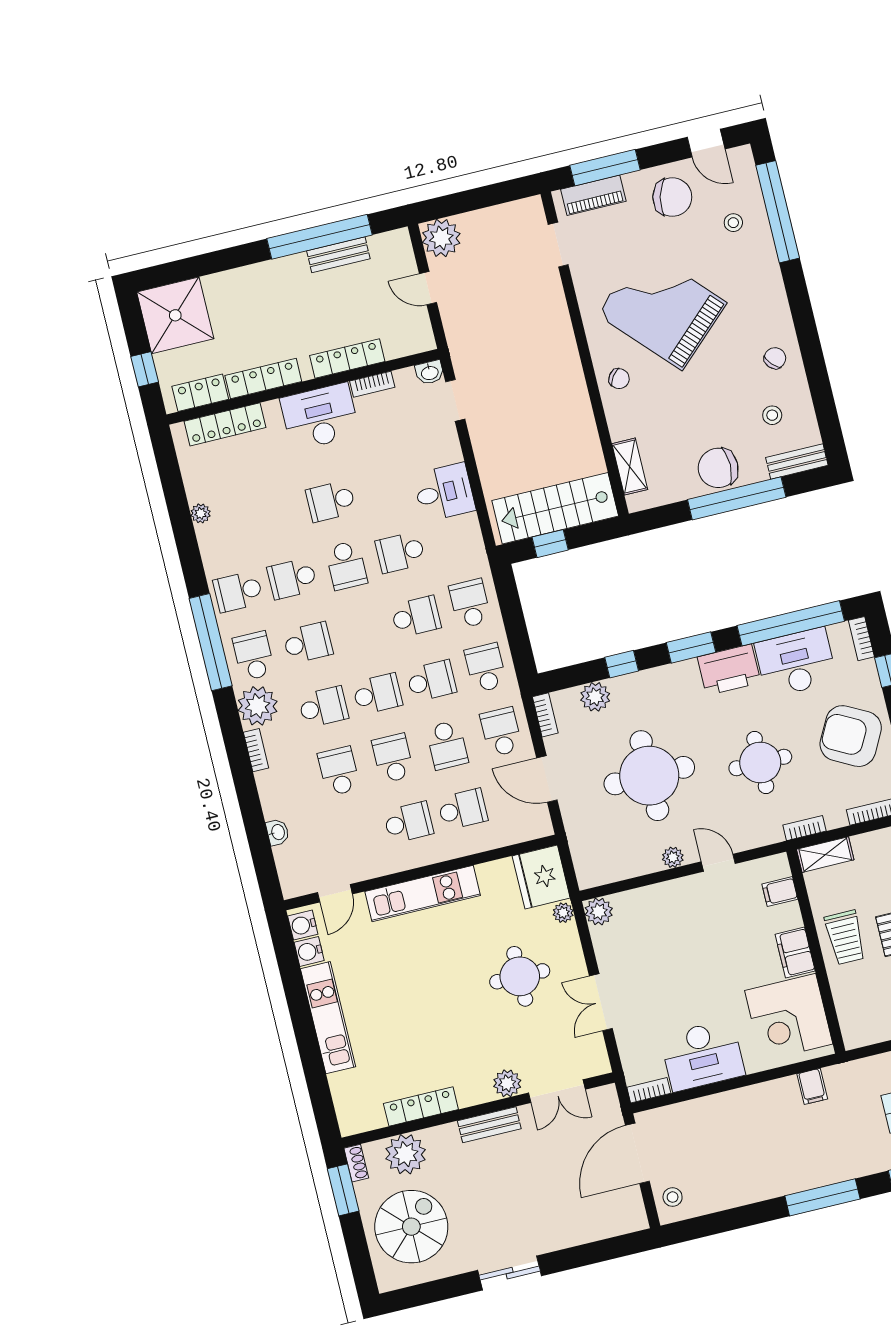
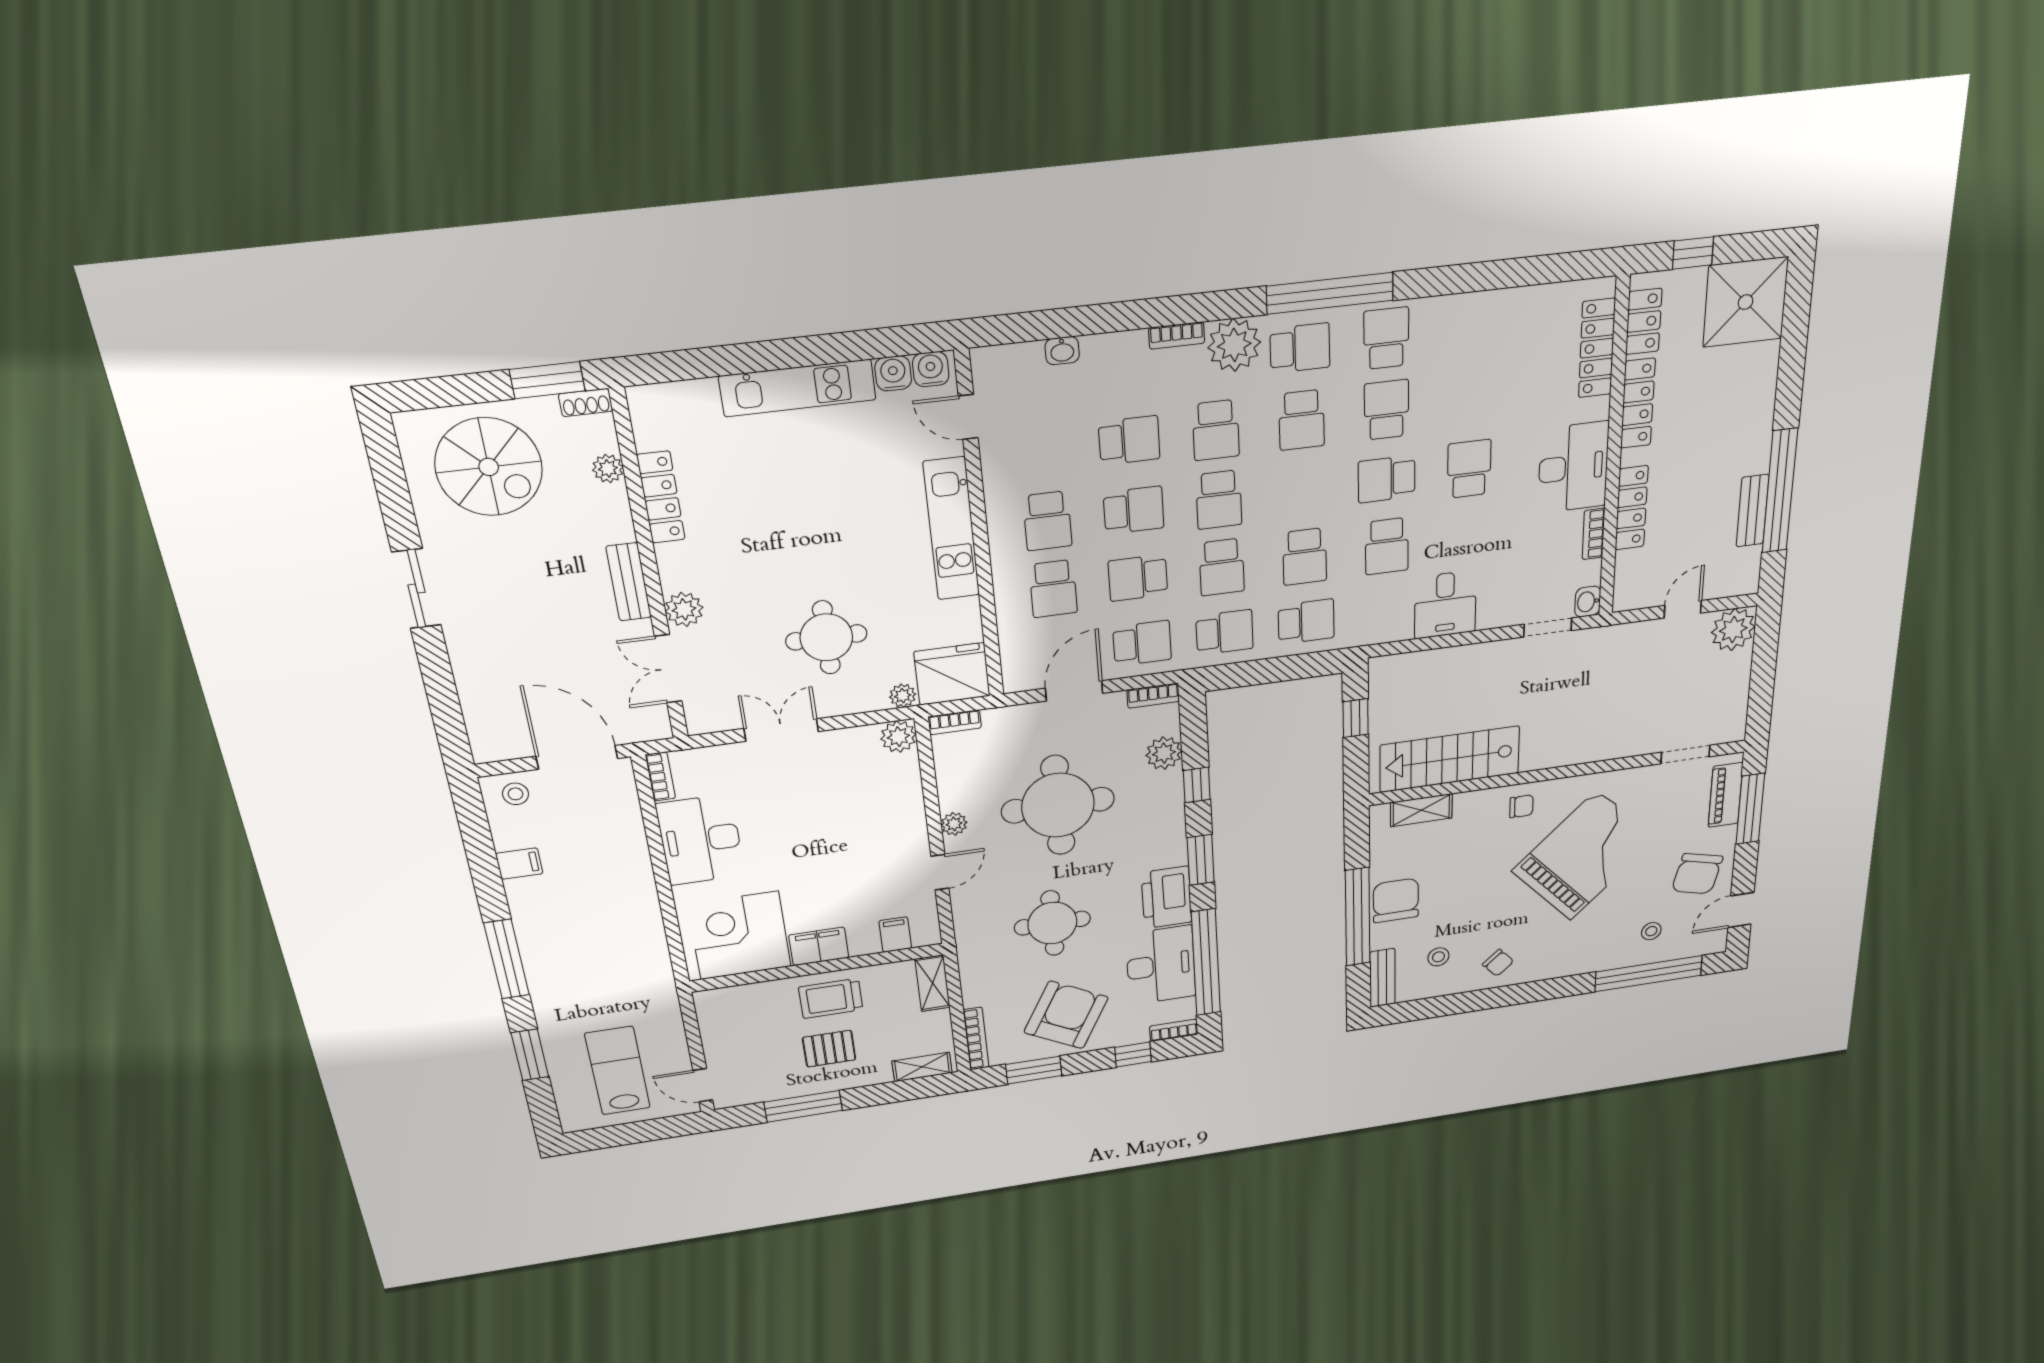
chair: (619, 379) -> (1521, 806), turned -126
stairs: (555, 508) -> (1450, 759), moved, turned -90
plant: (201, 513) -> (1496, 302), removed
school desk: (400, 552) -> (1387, 546), turned 180
bookcase: (804, 828) -> (955, 722), moved, turned 90
filing cabinet: (812, 1086) -> (519, 864), moved, turned 180
plant: (406, 1154) -> (608, 469), width x0.53, depth x0.53

